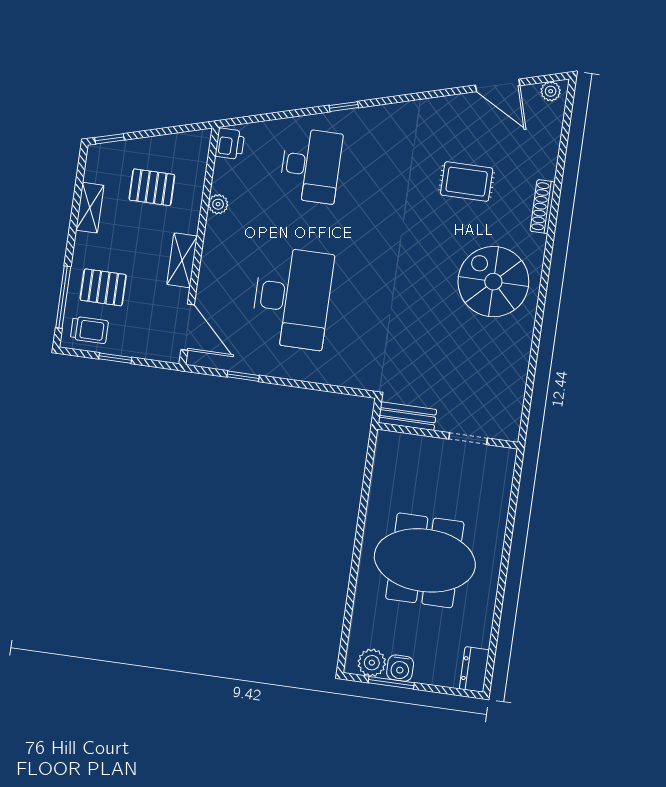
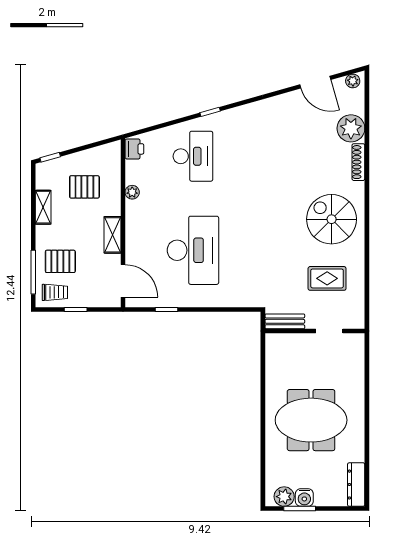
plant: (539, 158) -> (351, 128), added
rug: (467, 182) -> (327, 278), moved
dresser: (474, 669) -> (356, 485), width x1.44

